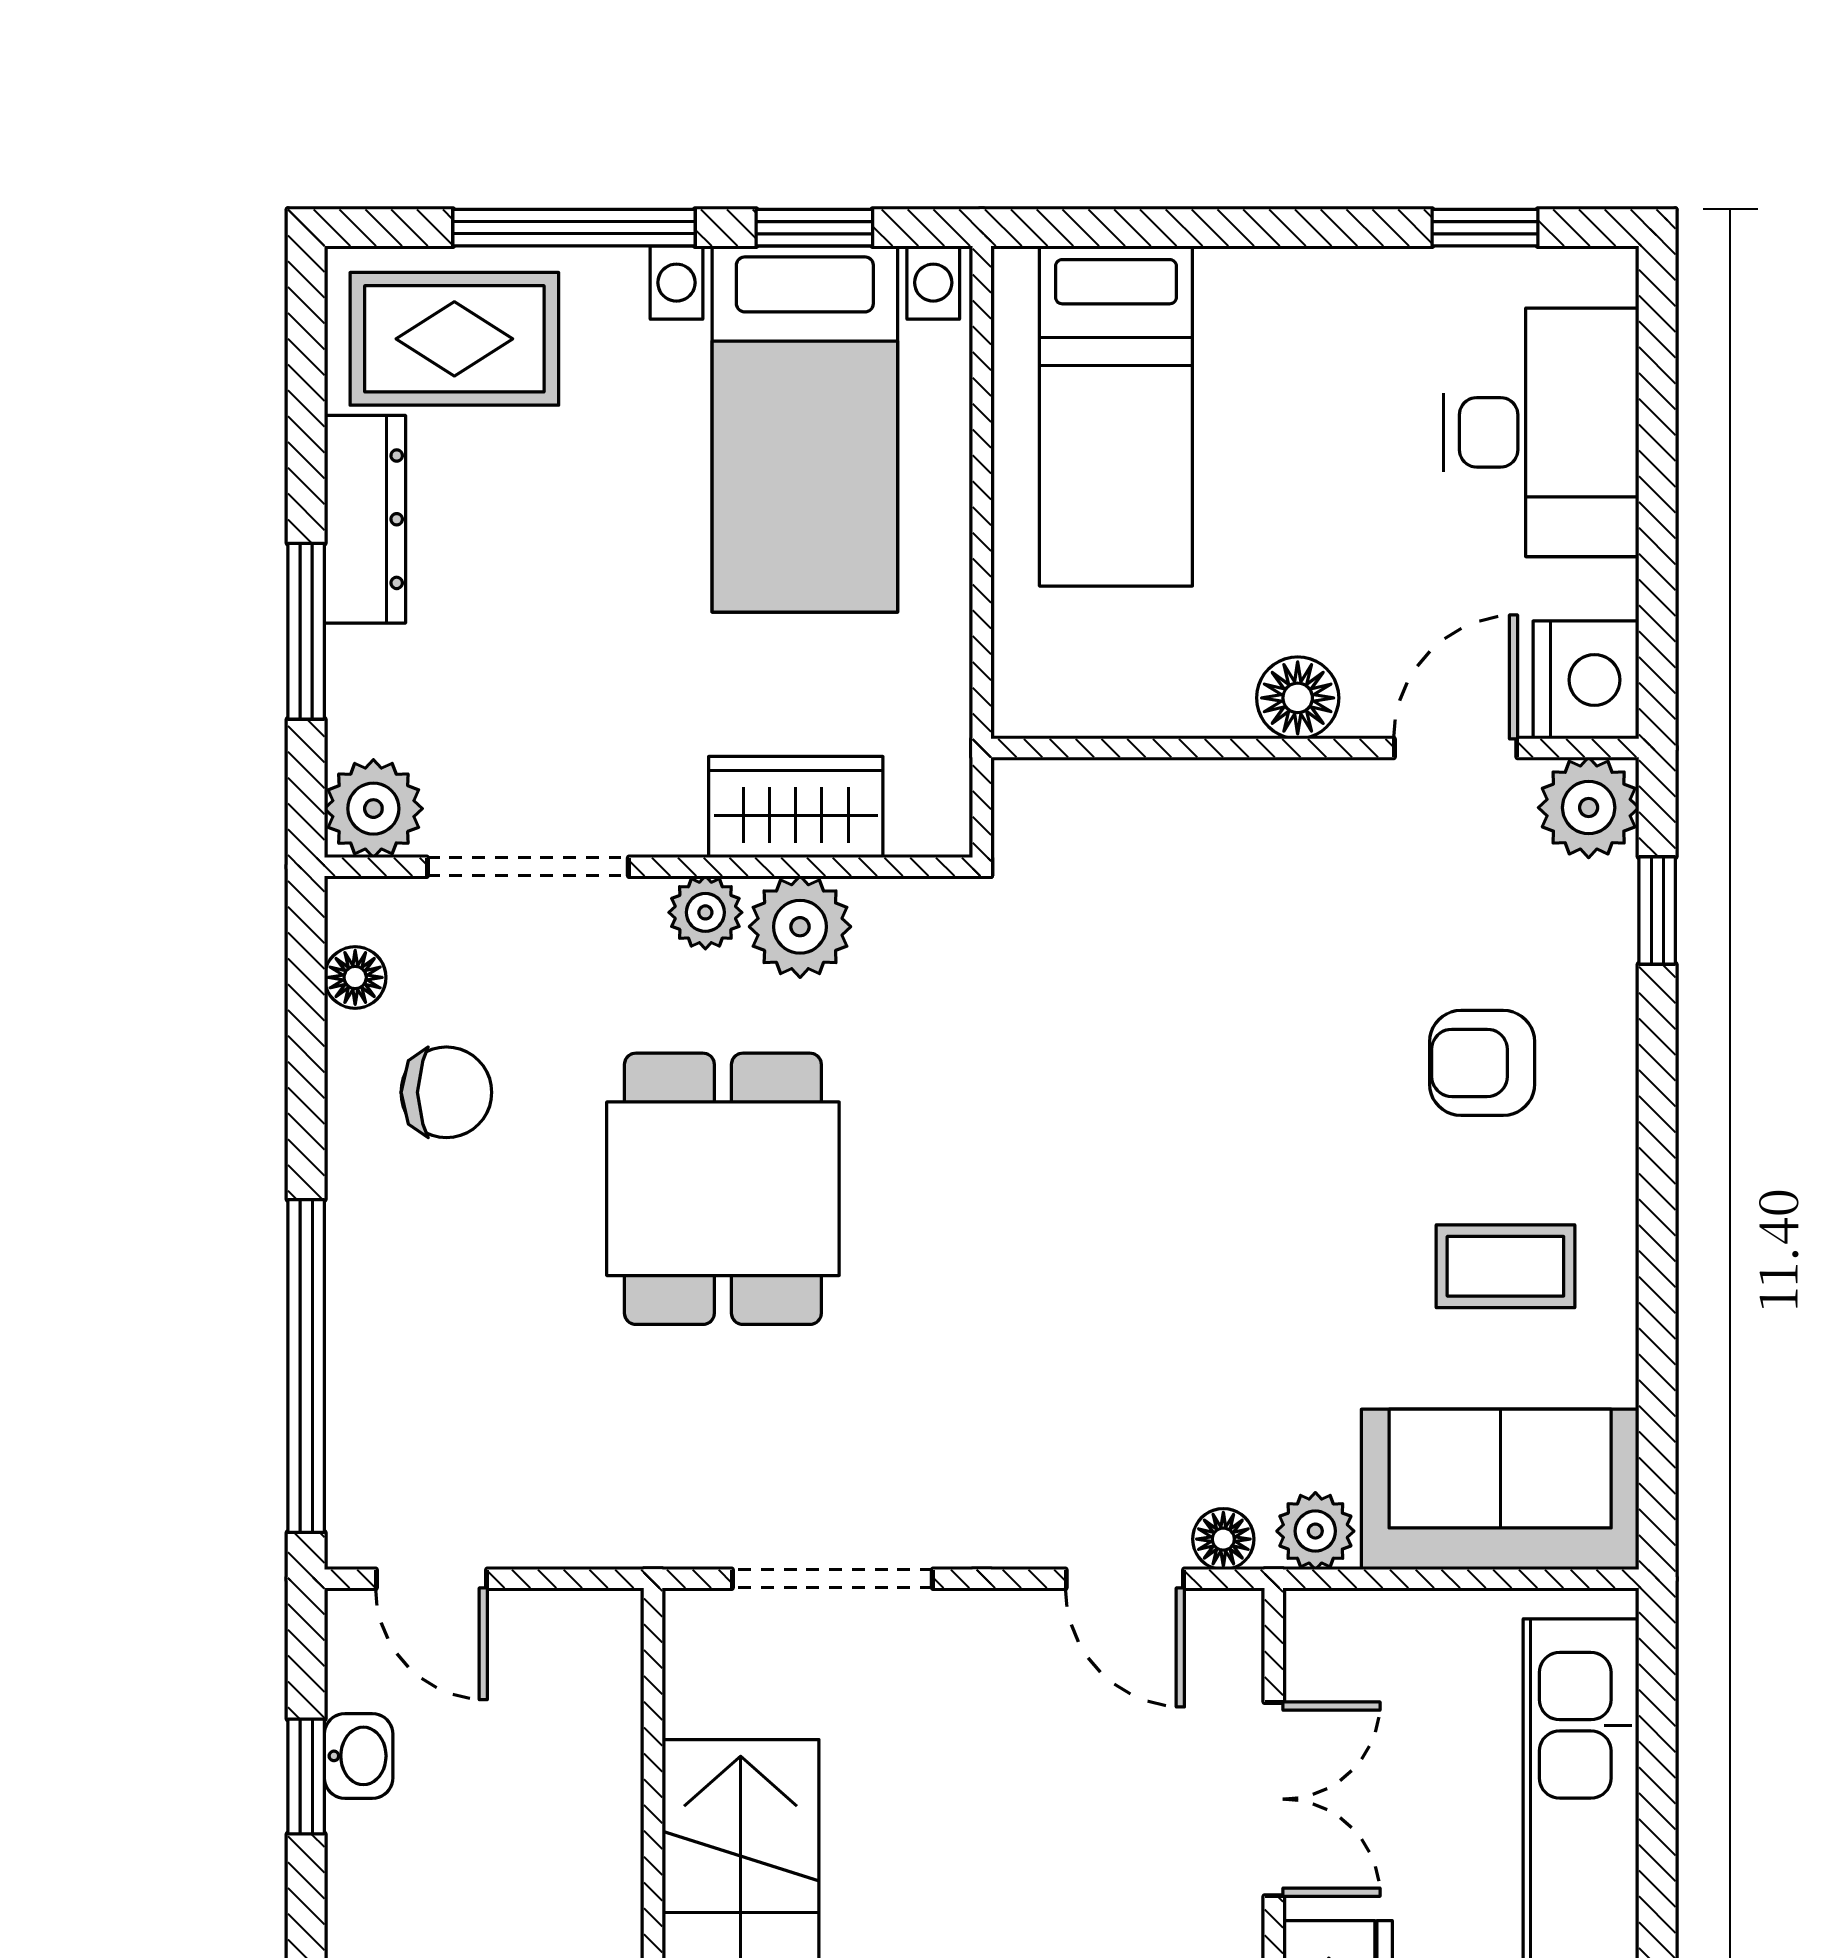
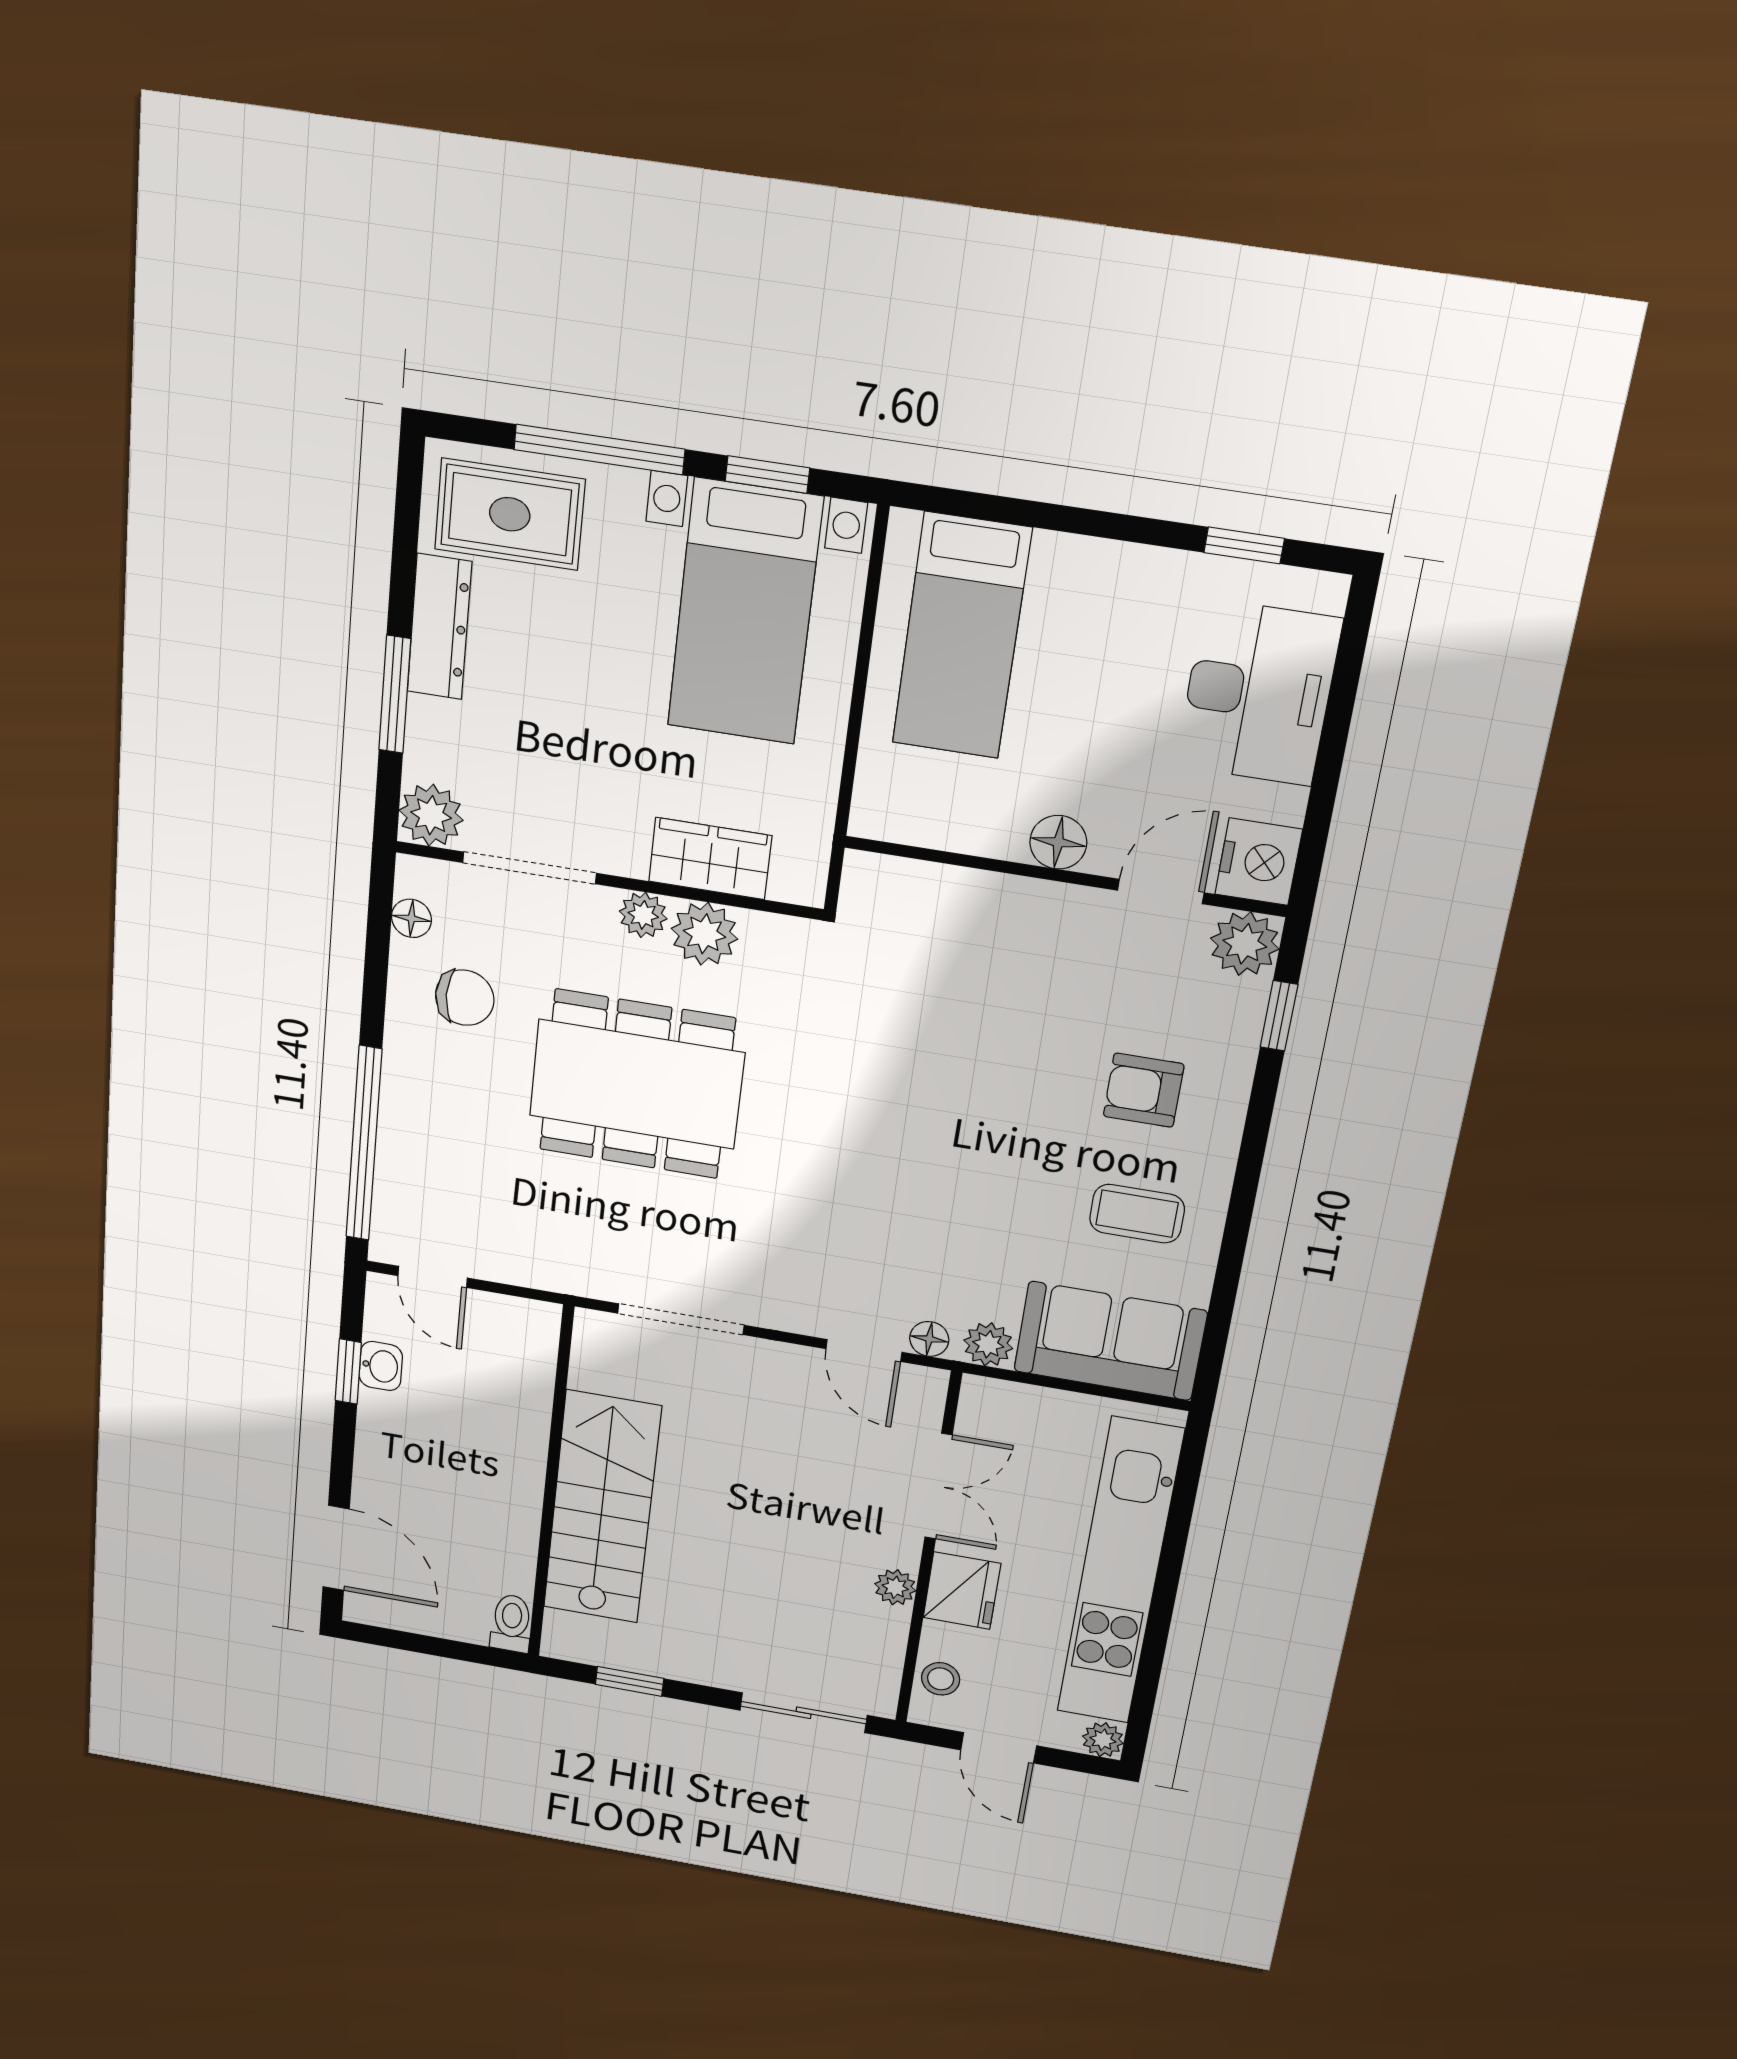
dining table: (723, 1189) -> (637, 1084), width x1.38

